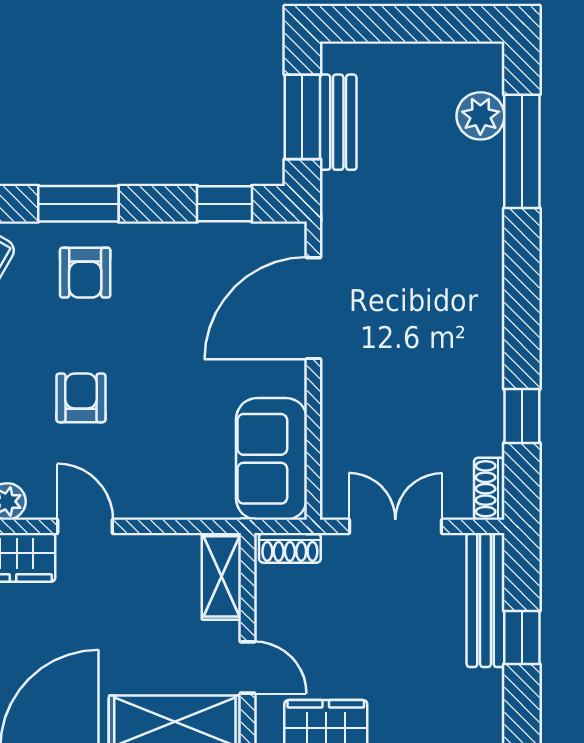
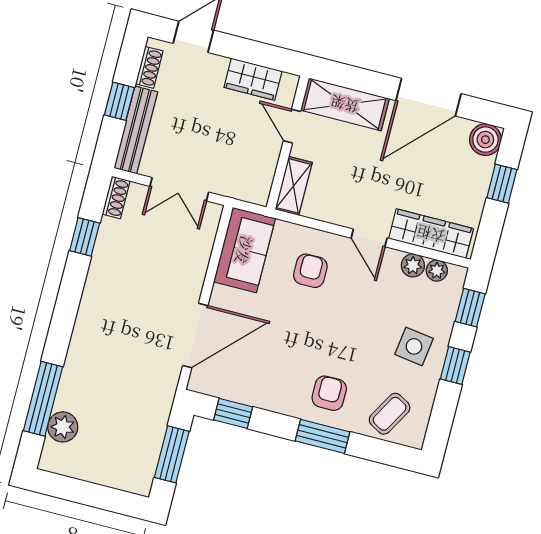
bench: (338, 122) -> (151, 445), removed
armchair: (81, 398) -> (310, 271), moved, turned 180
shoe rack: (290, 548) -> (149, 67), moved, turned 90

